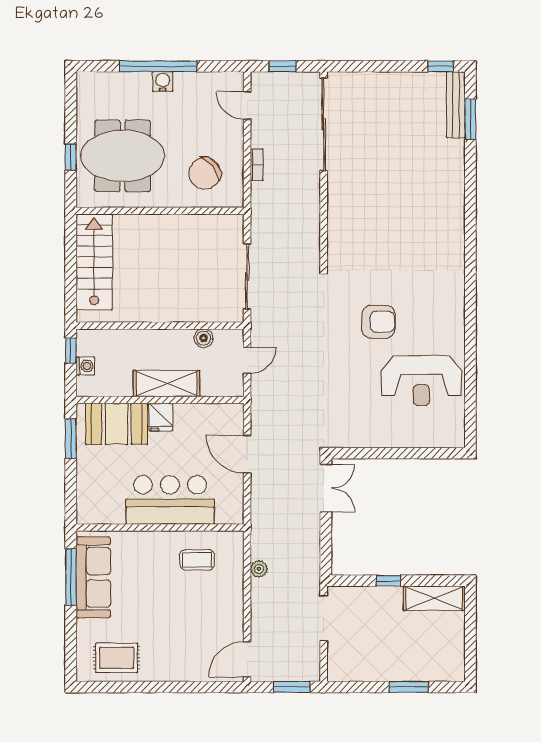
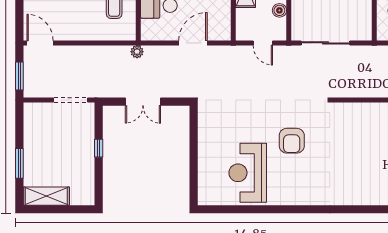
double door: (326, 488) -> (143, 102), moved
plant: (259, 569) -> (137, 52), moved
shelving: (434, 598) -> (46, 196), moved, turned 90

